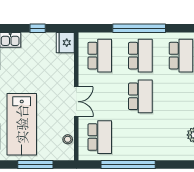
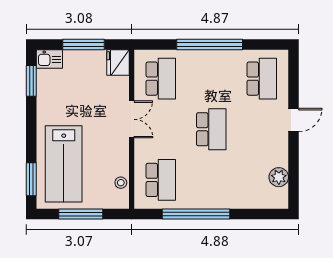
window: (38, 28) -> (83, 44), width x2.17
school desk: (140, 56) -> (211, 79), removed
double door: (76, 102) -> (132, 119), moved

